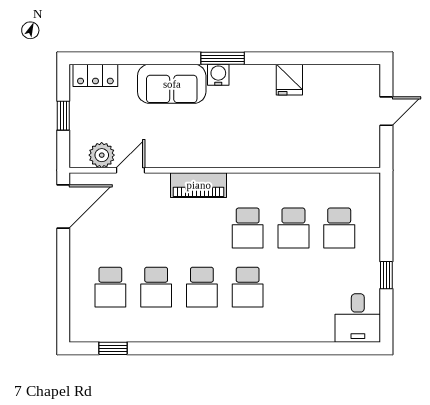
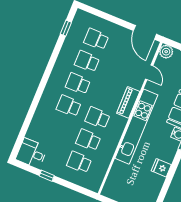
kitchen unit: (235, 153) -> (136, 127), added
plant: (102, 155) -> (166, 52), moved

